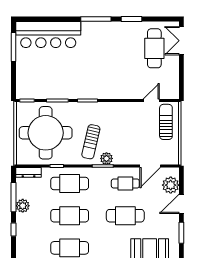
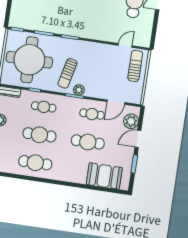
cafe table: (70, 184) -> (44, 107), width x0.73, depth x0.74

